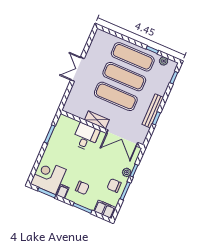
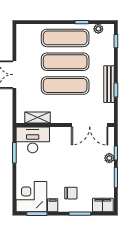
shelving: (97, 120) -> (37, 118), moved
desk: (86, 137) -> (33, 140), moved, width x1.37
chair: (114, 185) -> (102, 177), removed

